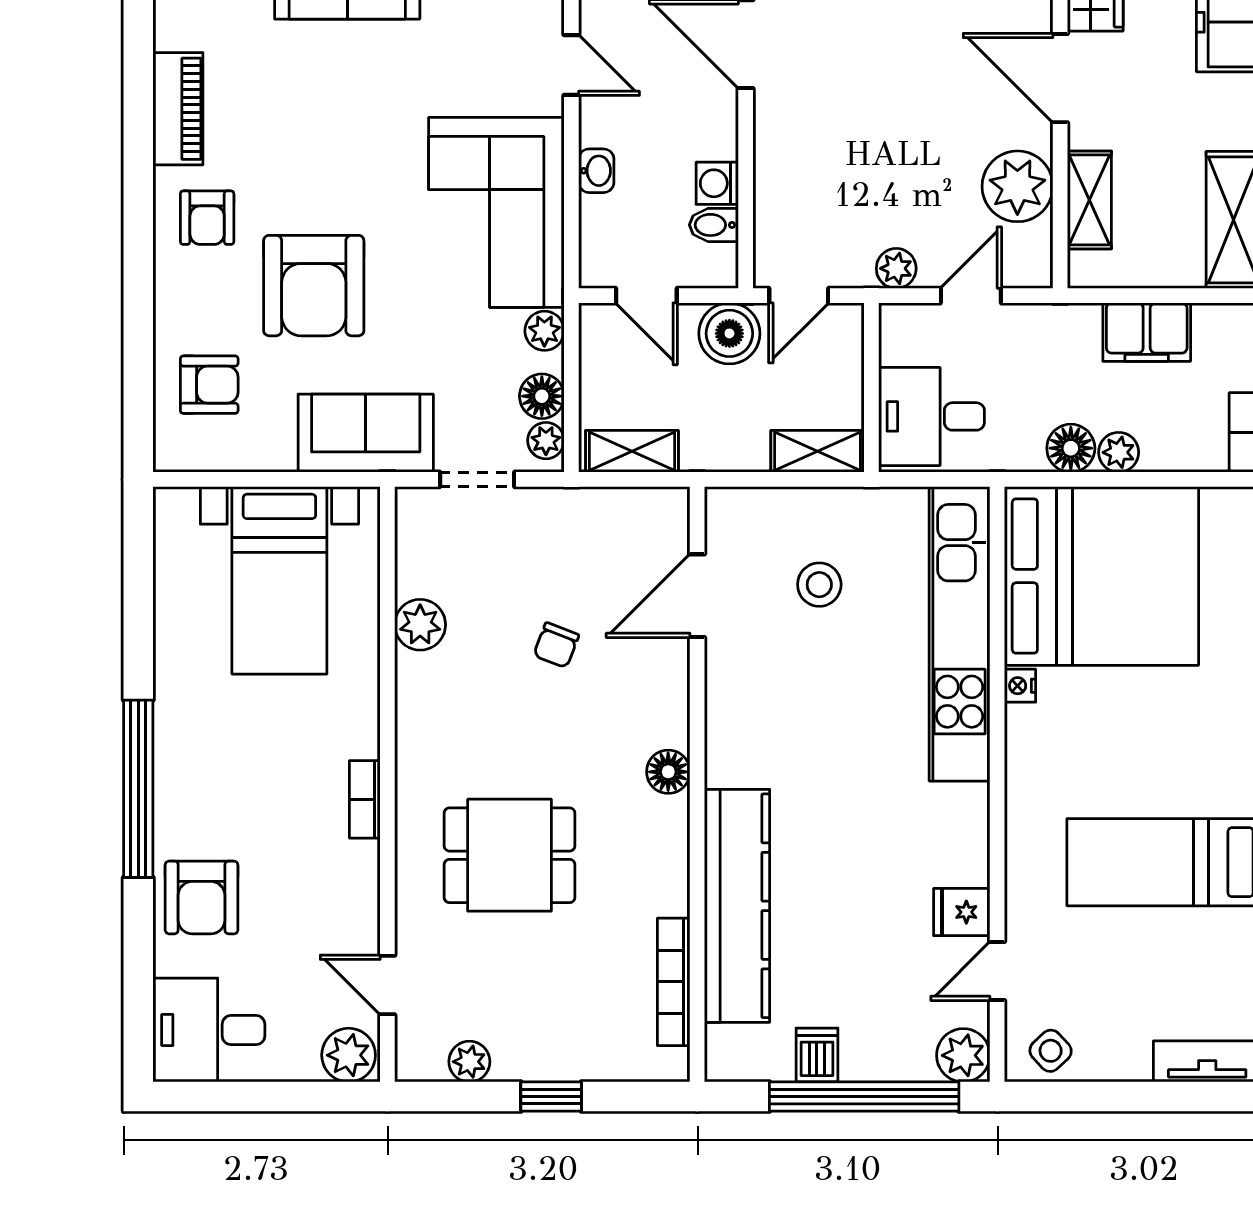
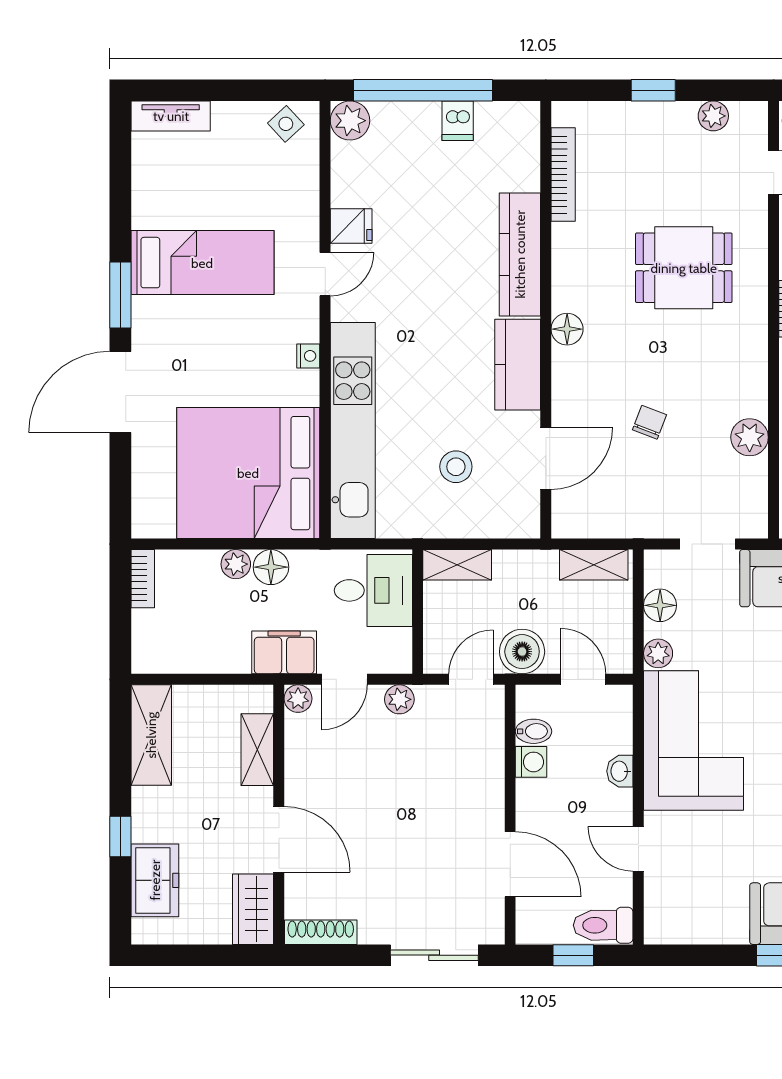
plant: (1017, 186) -> (298, 699), moved, width x0.53, depth x0.53
filing cabinet: (1147, 332) -> (284, 652), moved
plant: (546, 441) -> (657, 573), removed
nightstand: (1020, 686) -> (308, 356), moved
kitchen counter: (735, 723) -> (518, 365), added
kitchen counter: (737, 906) -> (520, 254), width x0.72, depth x0.86
door: (997, 971) -> (325, 274), moved

